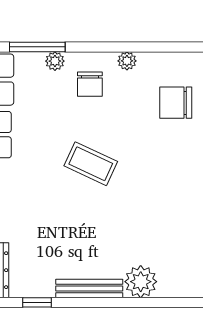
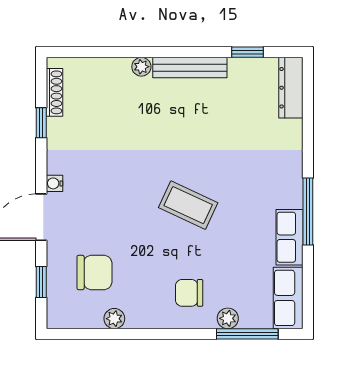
plant: (127, 61) -> (114, 319), moved
chair: (90, 84) -> (189, 293), turned -90
plant: (141, 282) -> (141, 67), width x0.53, depth x0.53

